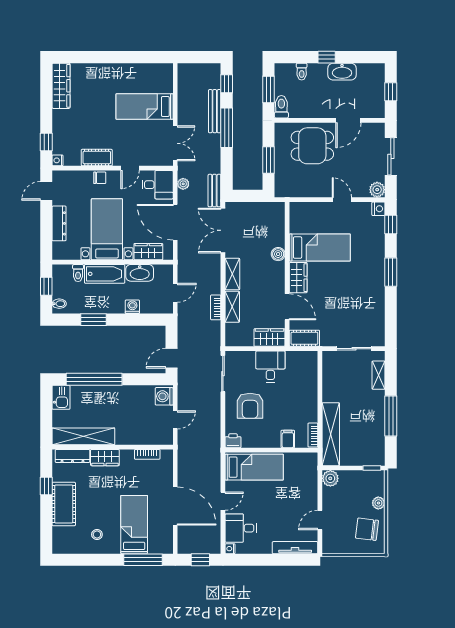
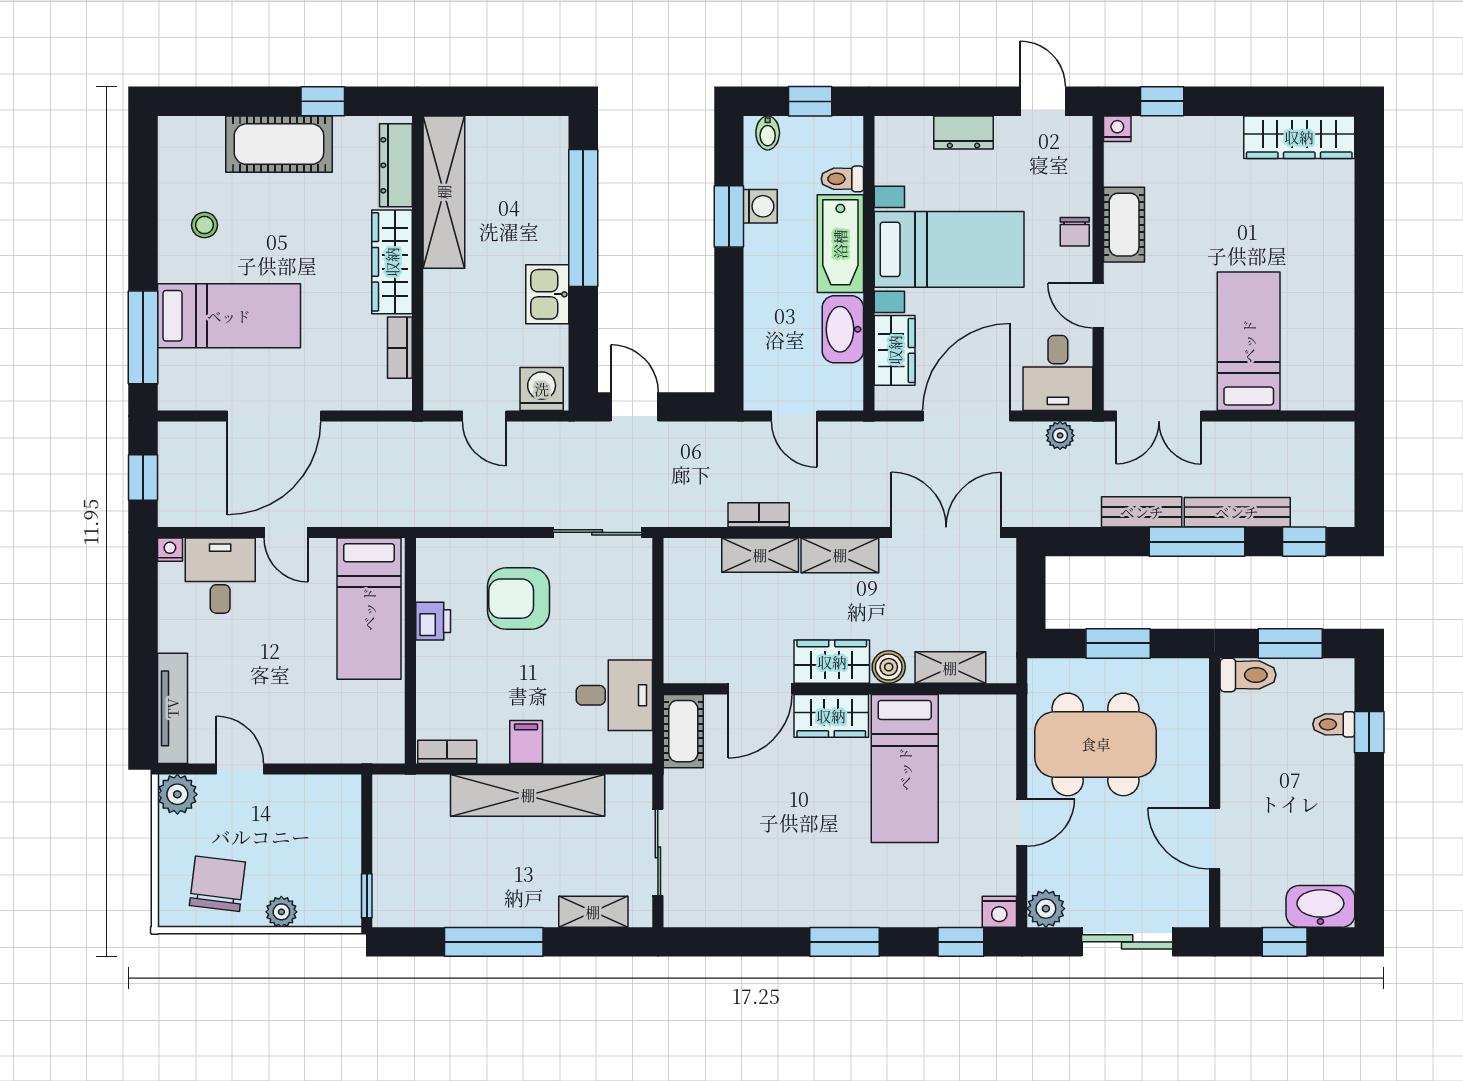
window: (327, 57) -> (1369, 732), moved
washbasin: (342, 72) -> (1320, 906), moved, turned 90
dining table: (312, 146) -> (1096, 744), moved, width x1.37
bench: (214, 191) -> (1142, 512), moved
dresser: (59, 223) -> (963, 133), width x0.70
shelving: (278, 229) -> (950, 668), added
washing machine: (132, 307) -> (760, 206), moved
wardrobe: (269, 337) -> (832, 662), moved, turned -90
desk: (270, 367) -> (614, 695), moved
kitchen sink: (61, 397) -> (547, 294), moved, turned 90
shelving: (331, 434) -> (528, 795), moved
filing cabinet: (288, 439) -> (526, 742), moved, turned -90
printer: (233, 441) -> (433, 621), moved
wardrobe: (105, 458) -> (392, 262), width x1.50
plant: (330, 478) -> (177, 794), moved

